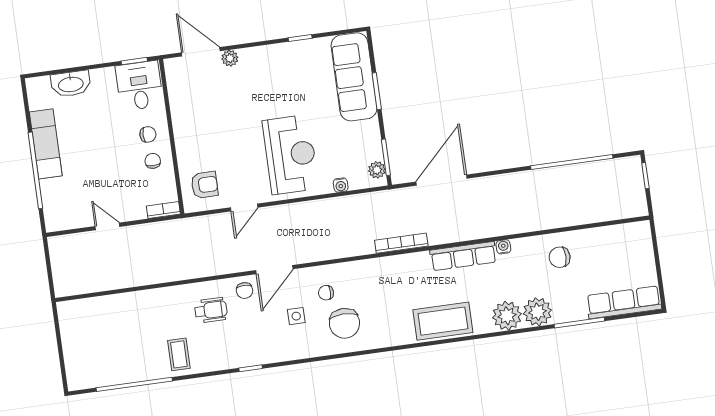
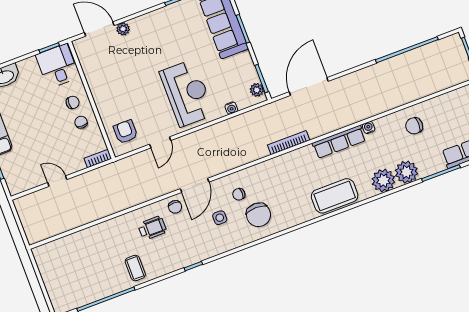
armchair: (205, 185) -> (125, 132), turned -90

